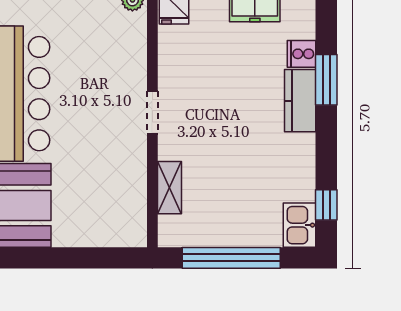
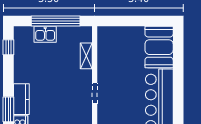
kitchen sink: (300, 225) -> (45, 34), moved, turned 90

